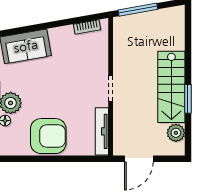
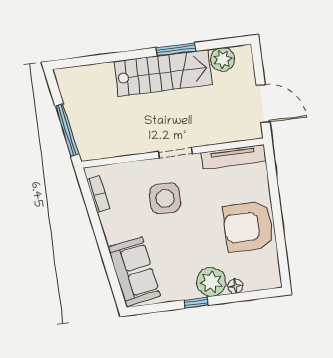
side table: (77, 76) -> (165, 198), added
armchair: (48, 136) -> (248, 227), turned -90

